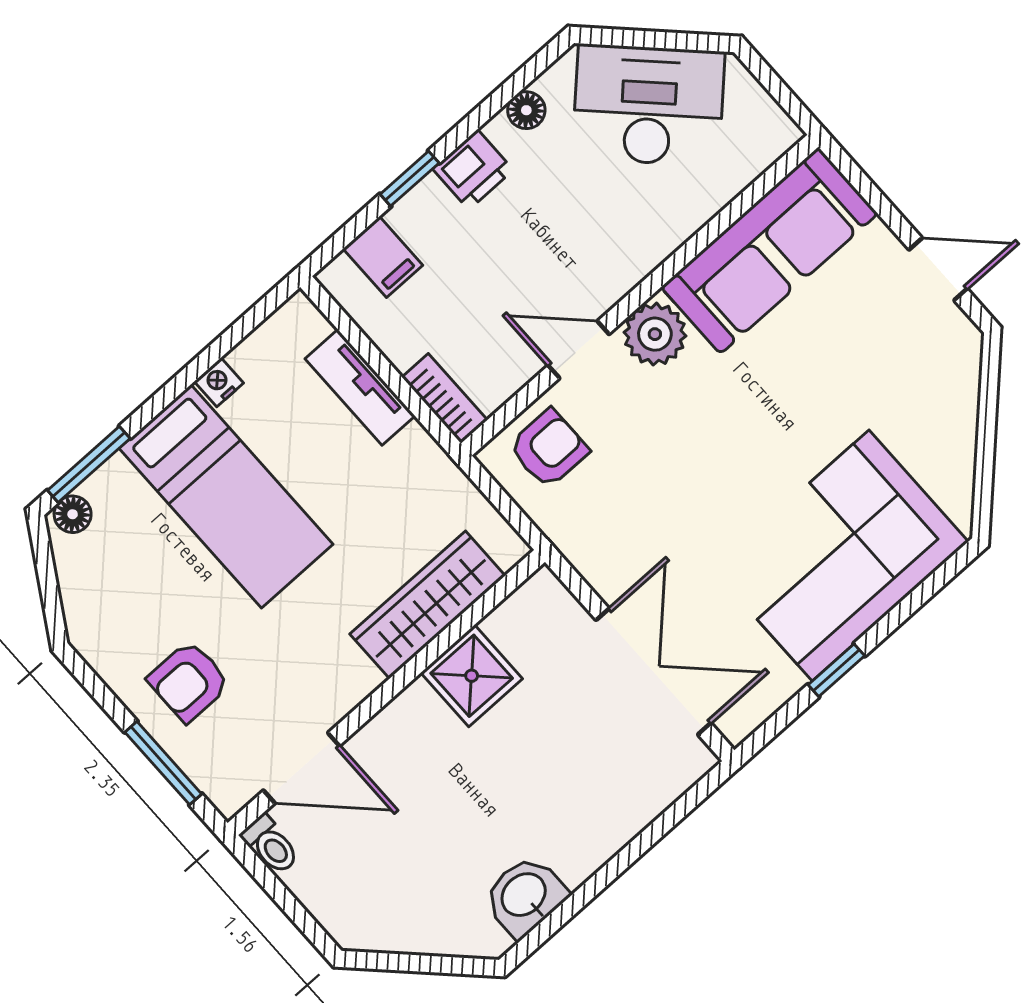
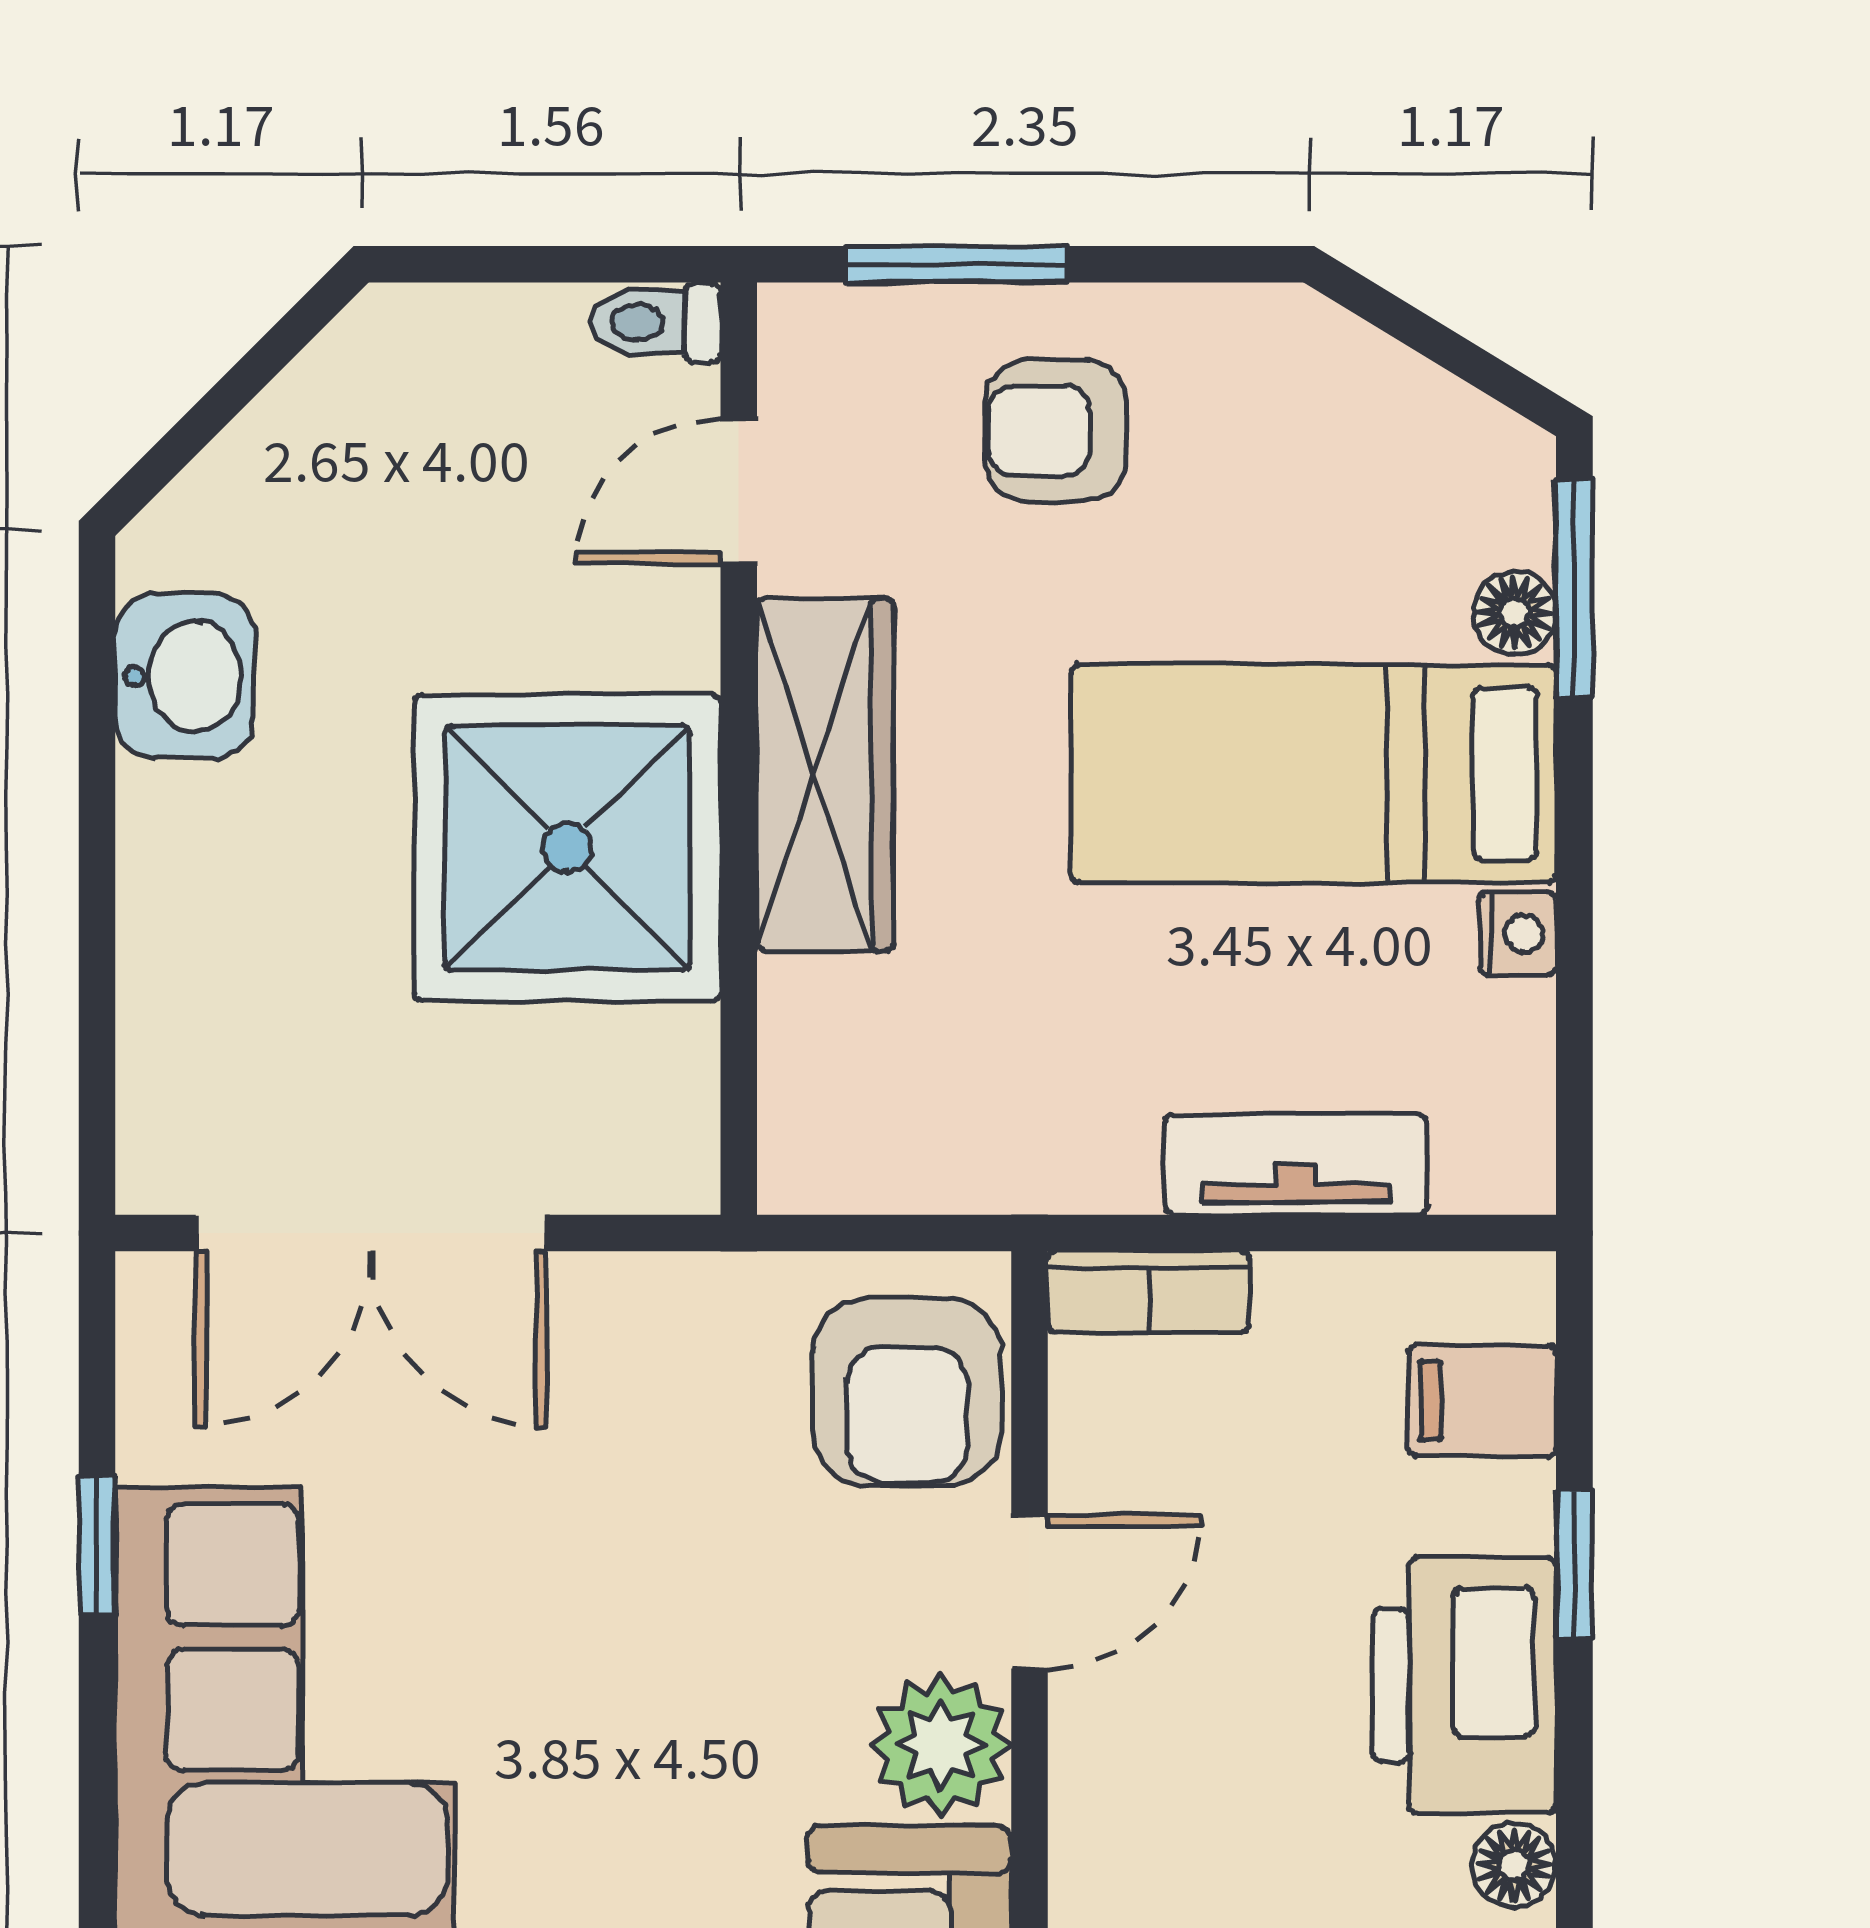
printer: (473, 169) -> (1464, 1685), width x1.87, depth x1.48
armchair: (549, 449) -> (907, 1392), width x1.38, depth x1.38
floor lamp: (73, 514) -> (1514, 613), moved
wardrobe: (428, 605) -> (825, 774), moved
shower: (472, 676) -> (567, 848), width x1.86, depth x1.86
armchair: (189, 681) -> (1056, 431), turned -90
door: (301, 768) -> (739, 491), width x0.73

